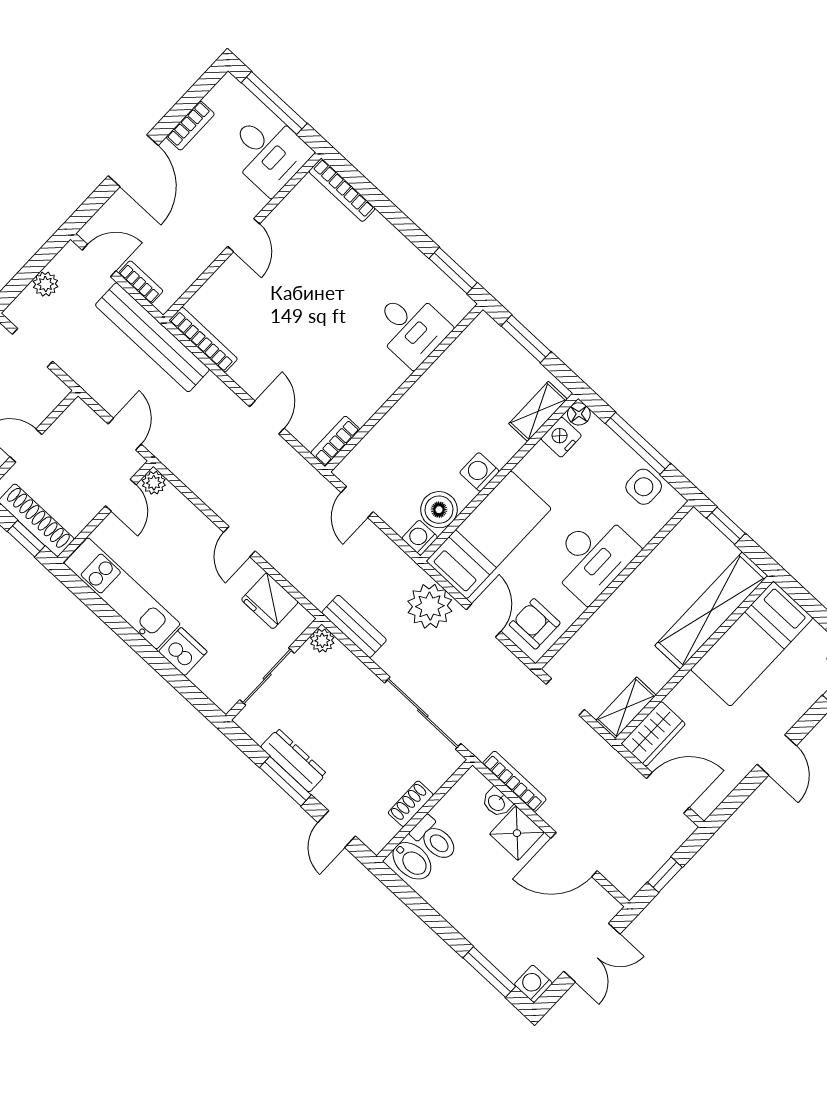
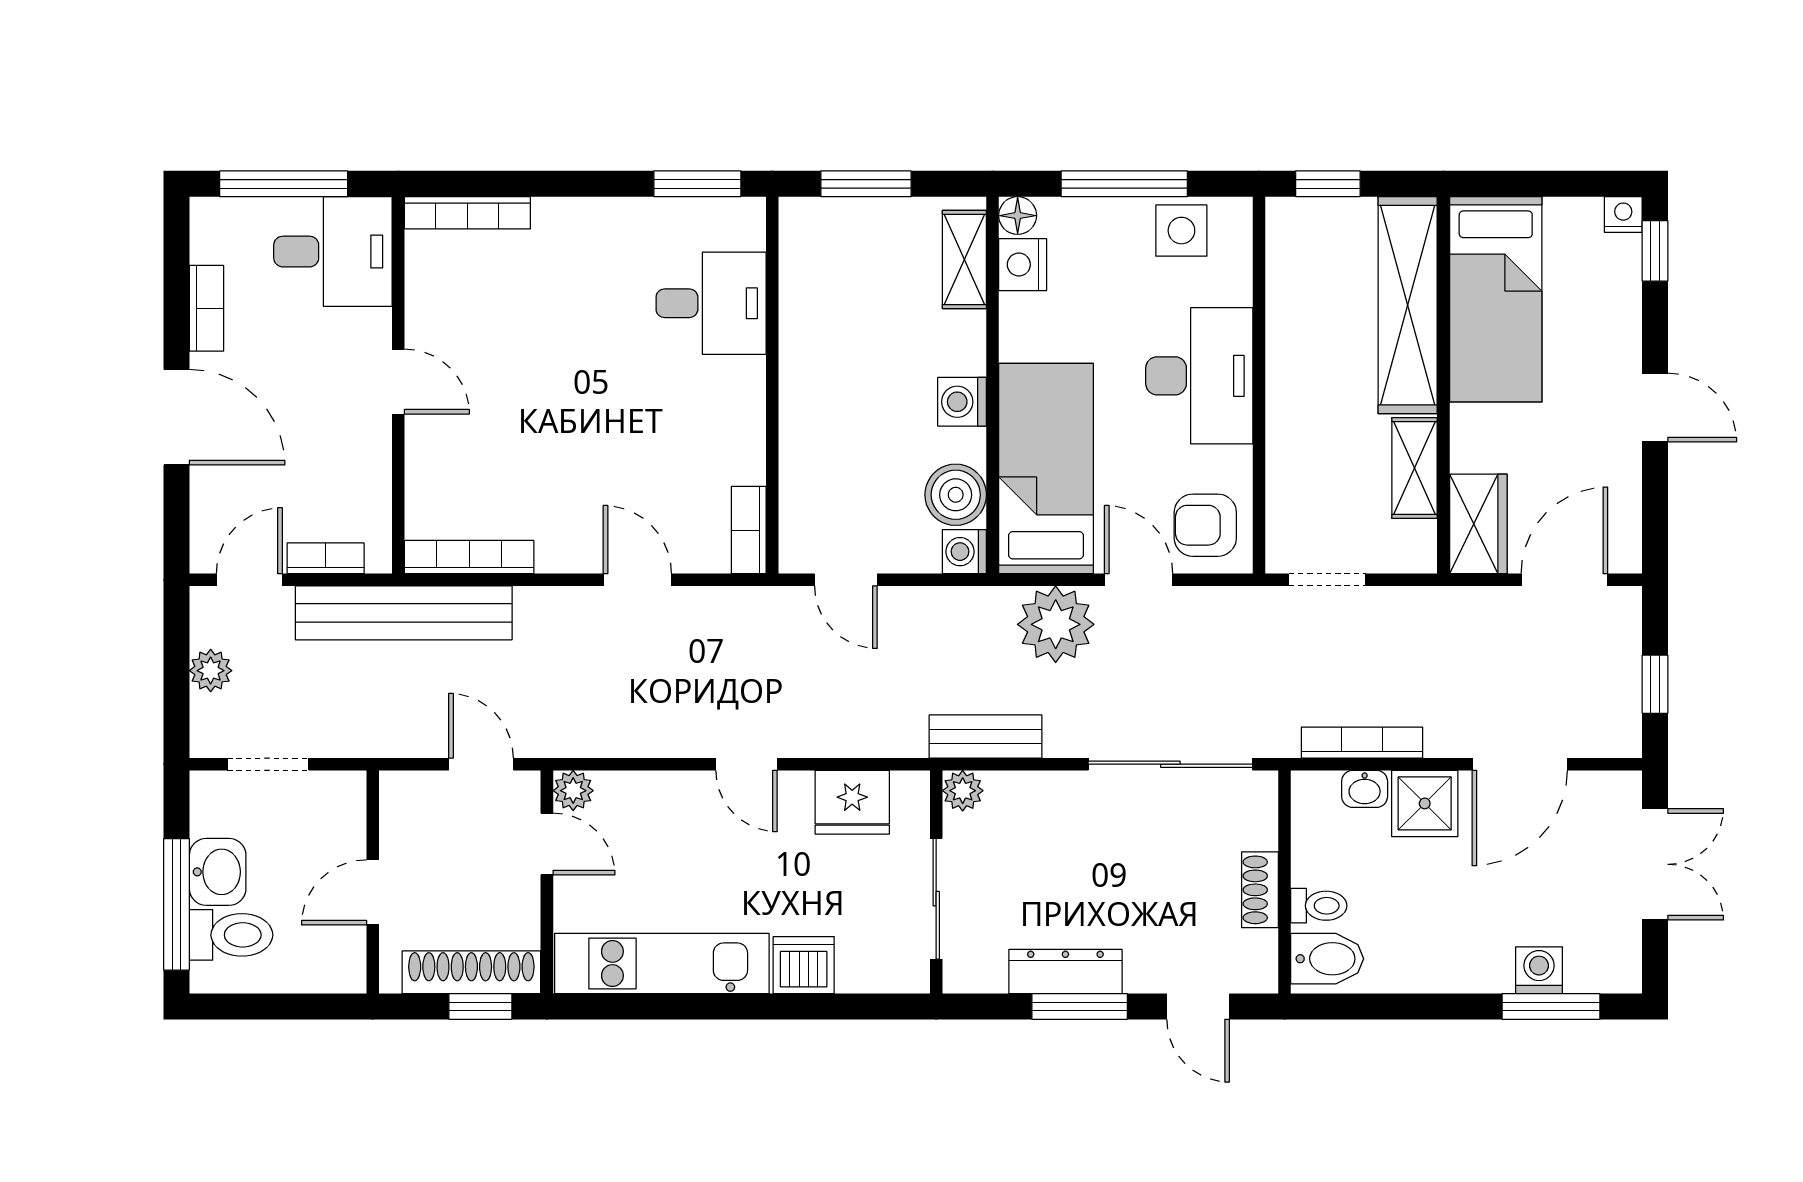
shelving: (626, 708) -> (1415, 468), moved
toilet: (434, 839) -> (1319, 906), width x0.73, depth x0.72
washing machine: (533, 984) -> (1539, 970), moved, turned 90

